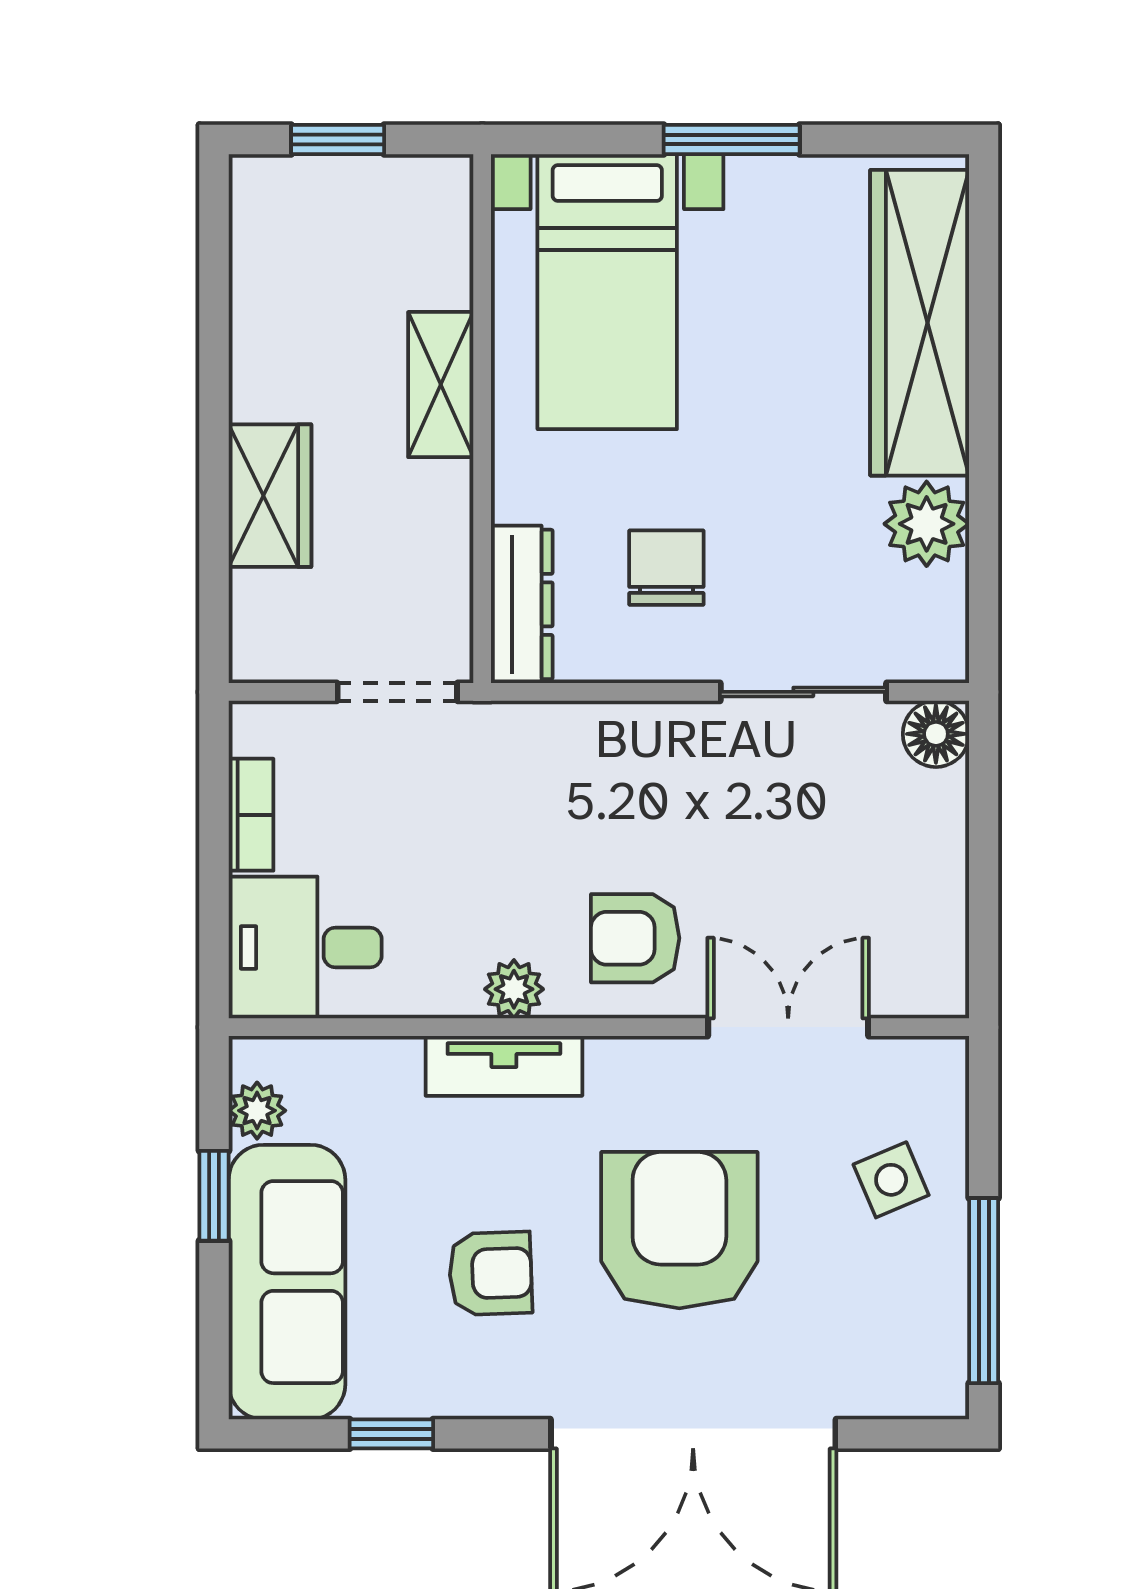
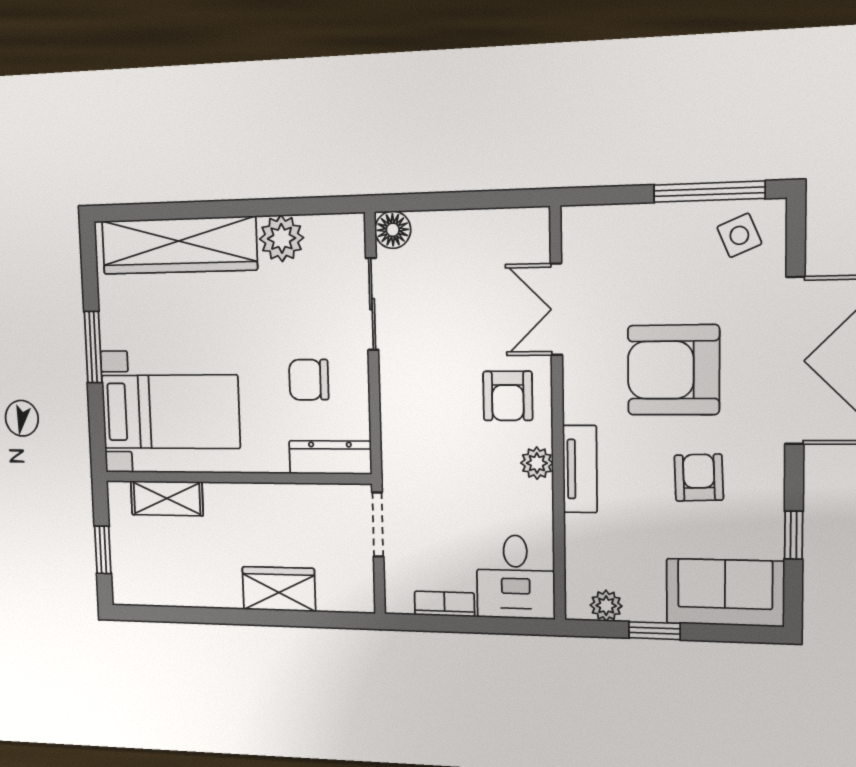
shelving: (441, 385) -> (167, 498), moved
side table: (891, 1180) -> (739, 235), moved
sofa: (287, 1282) -> (725, 592), width x0.73

